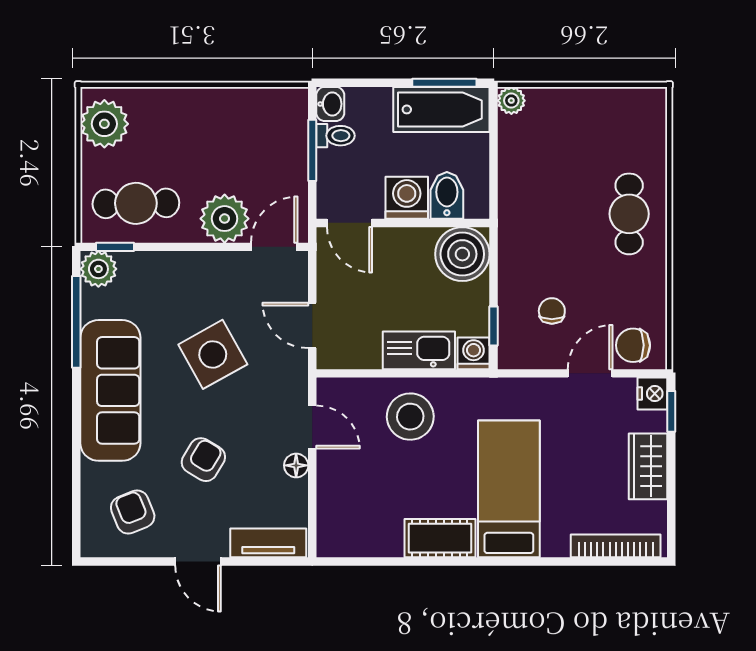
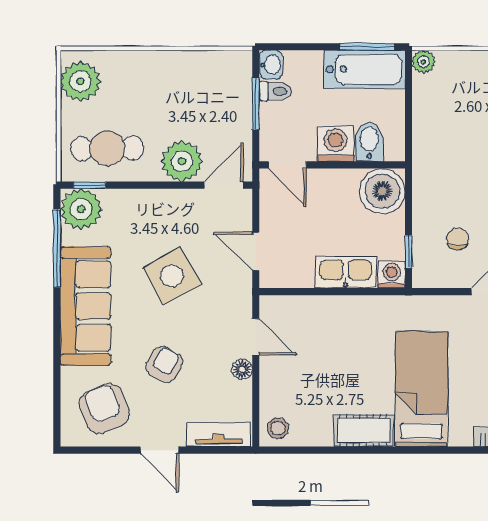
plant: (98, 269) -> (81, 209), width x1.36, depth x1.36
stool: (410, 417) -> (278, 428), moved, width x0.53, depth x0.53
armchair: (133, 512) -> (104, 409), width x1.38, depth x1.38

